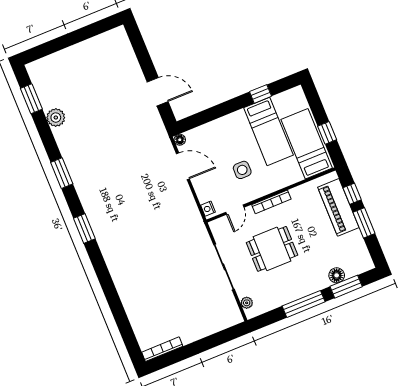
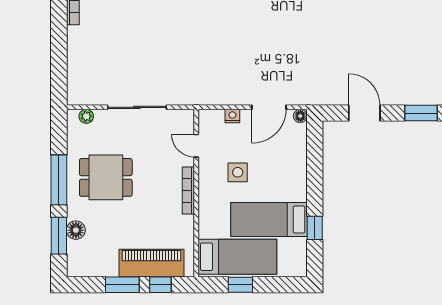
window: (140, 49) -> (421, 113), added
door: (158, 92) -> (364, 113), swing flipped
nightstand: (208, 209) -> (232, 116), moved
dining table: (272, 249) -> (106, 177), moved, turned 90

